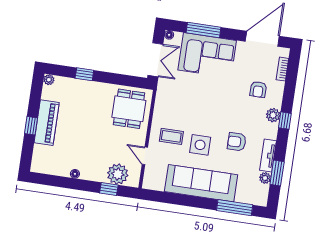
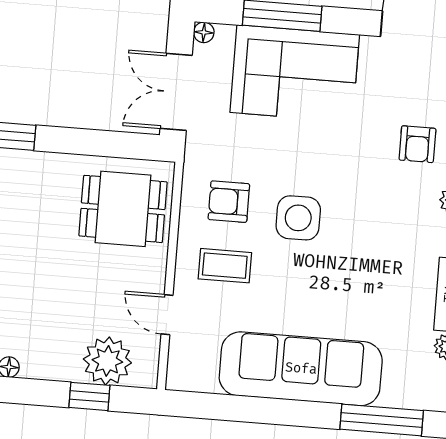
double door: (155, 60) -> (176, 92), swing flipped
dining table: (129, 109) -> (123, 209), turned 90
armchair: (237, 142) -> (229, 202), moved
side table: (200, 145) -> (298, 218), moved

